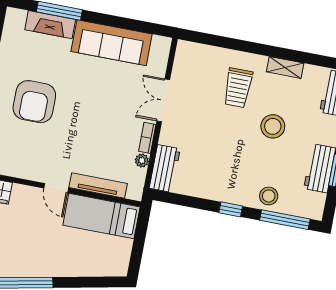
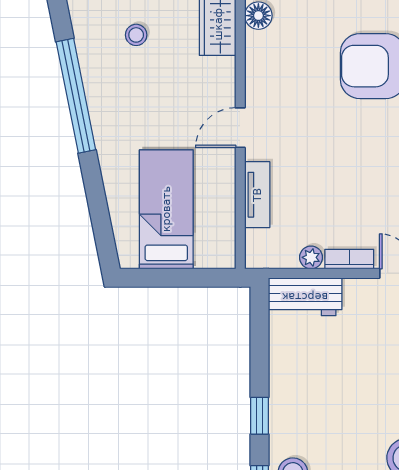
tv unit: (98, 185) -> (257, 195), width x0.71
bed: (101, 216) -> (166, 209), moved

